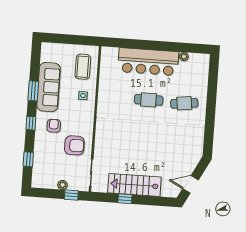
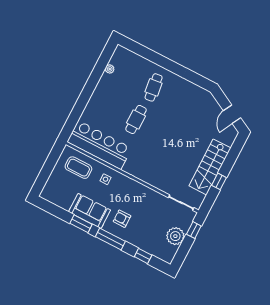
bar counter: (148, 62) -> (99, 145), moved, turned -90
sofa: (49, 87) -> (90, 211), width x0.73
window: (31, 123) -> (110, 239), width x2.17
armchair: (74, 145) -> (149, 207), removed
plant: (62, 185) -> (175, 236), width x1.87, depth x1.87

